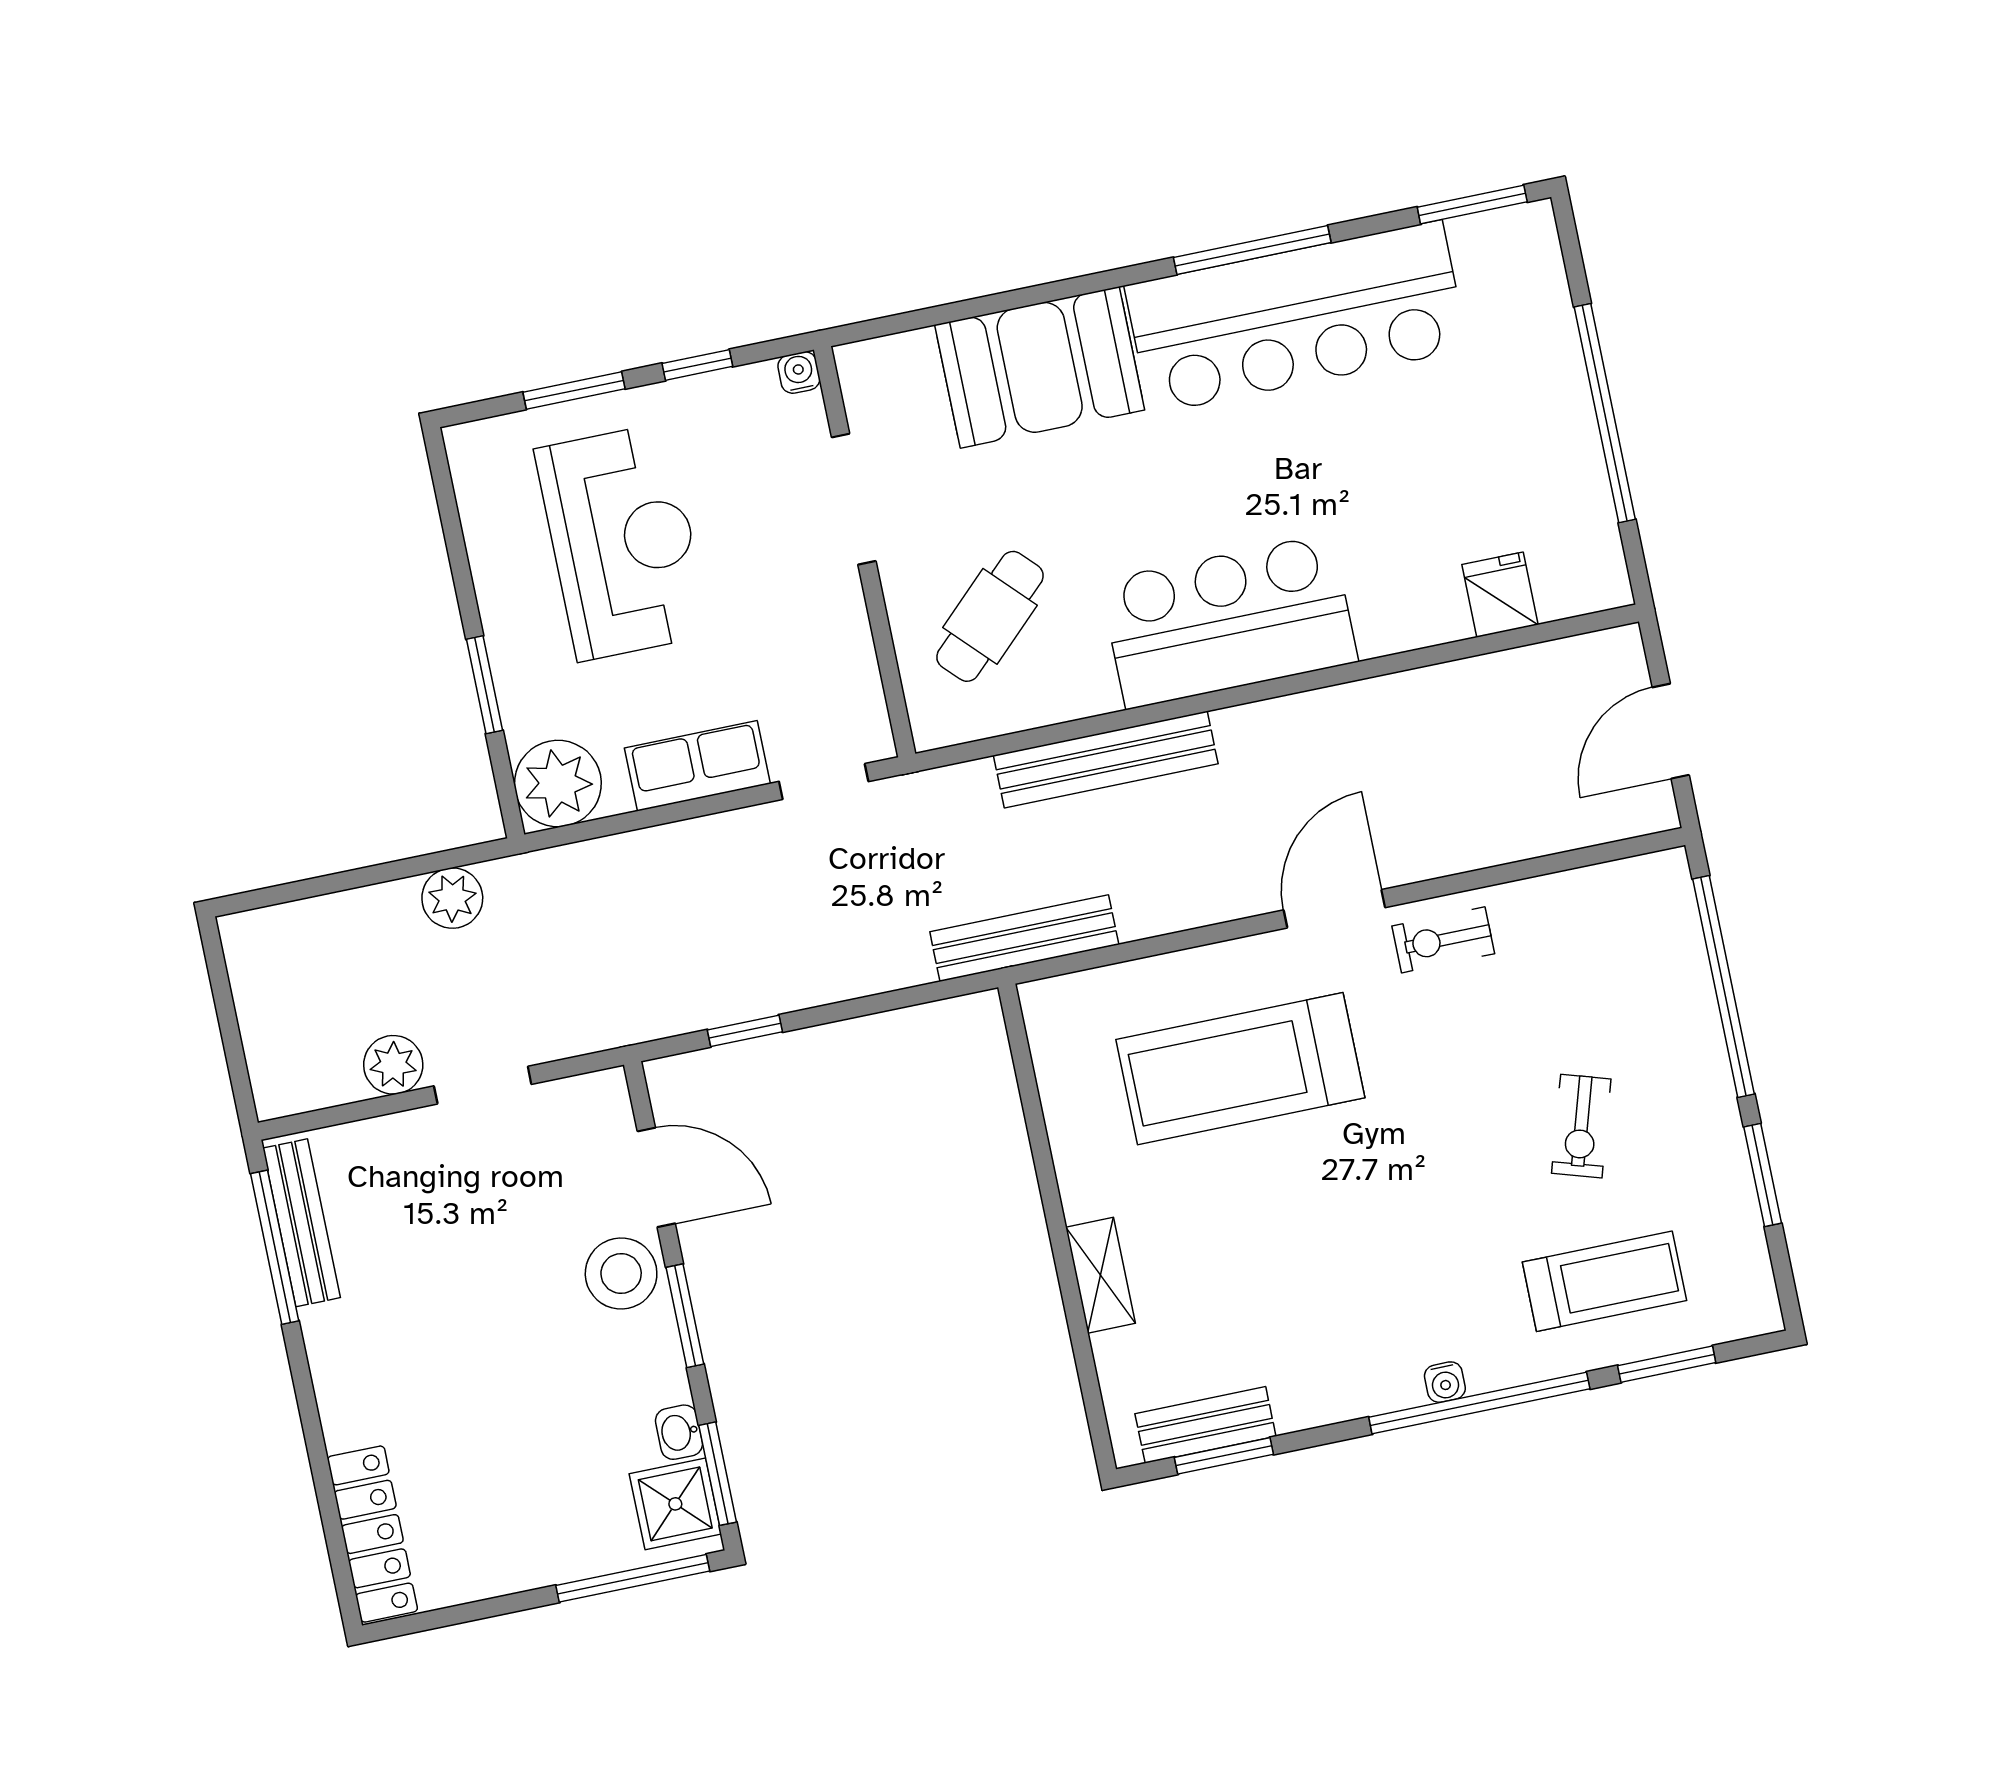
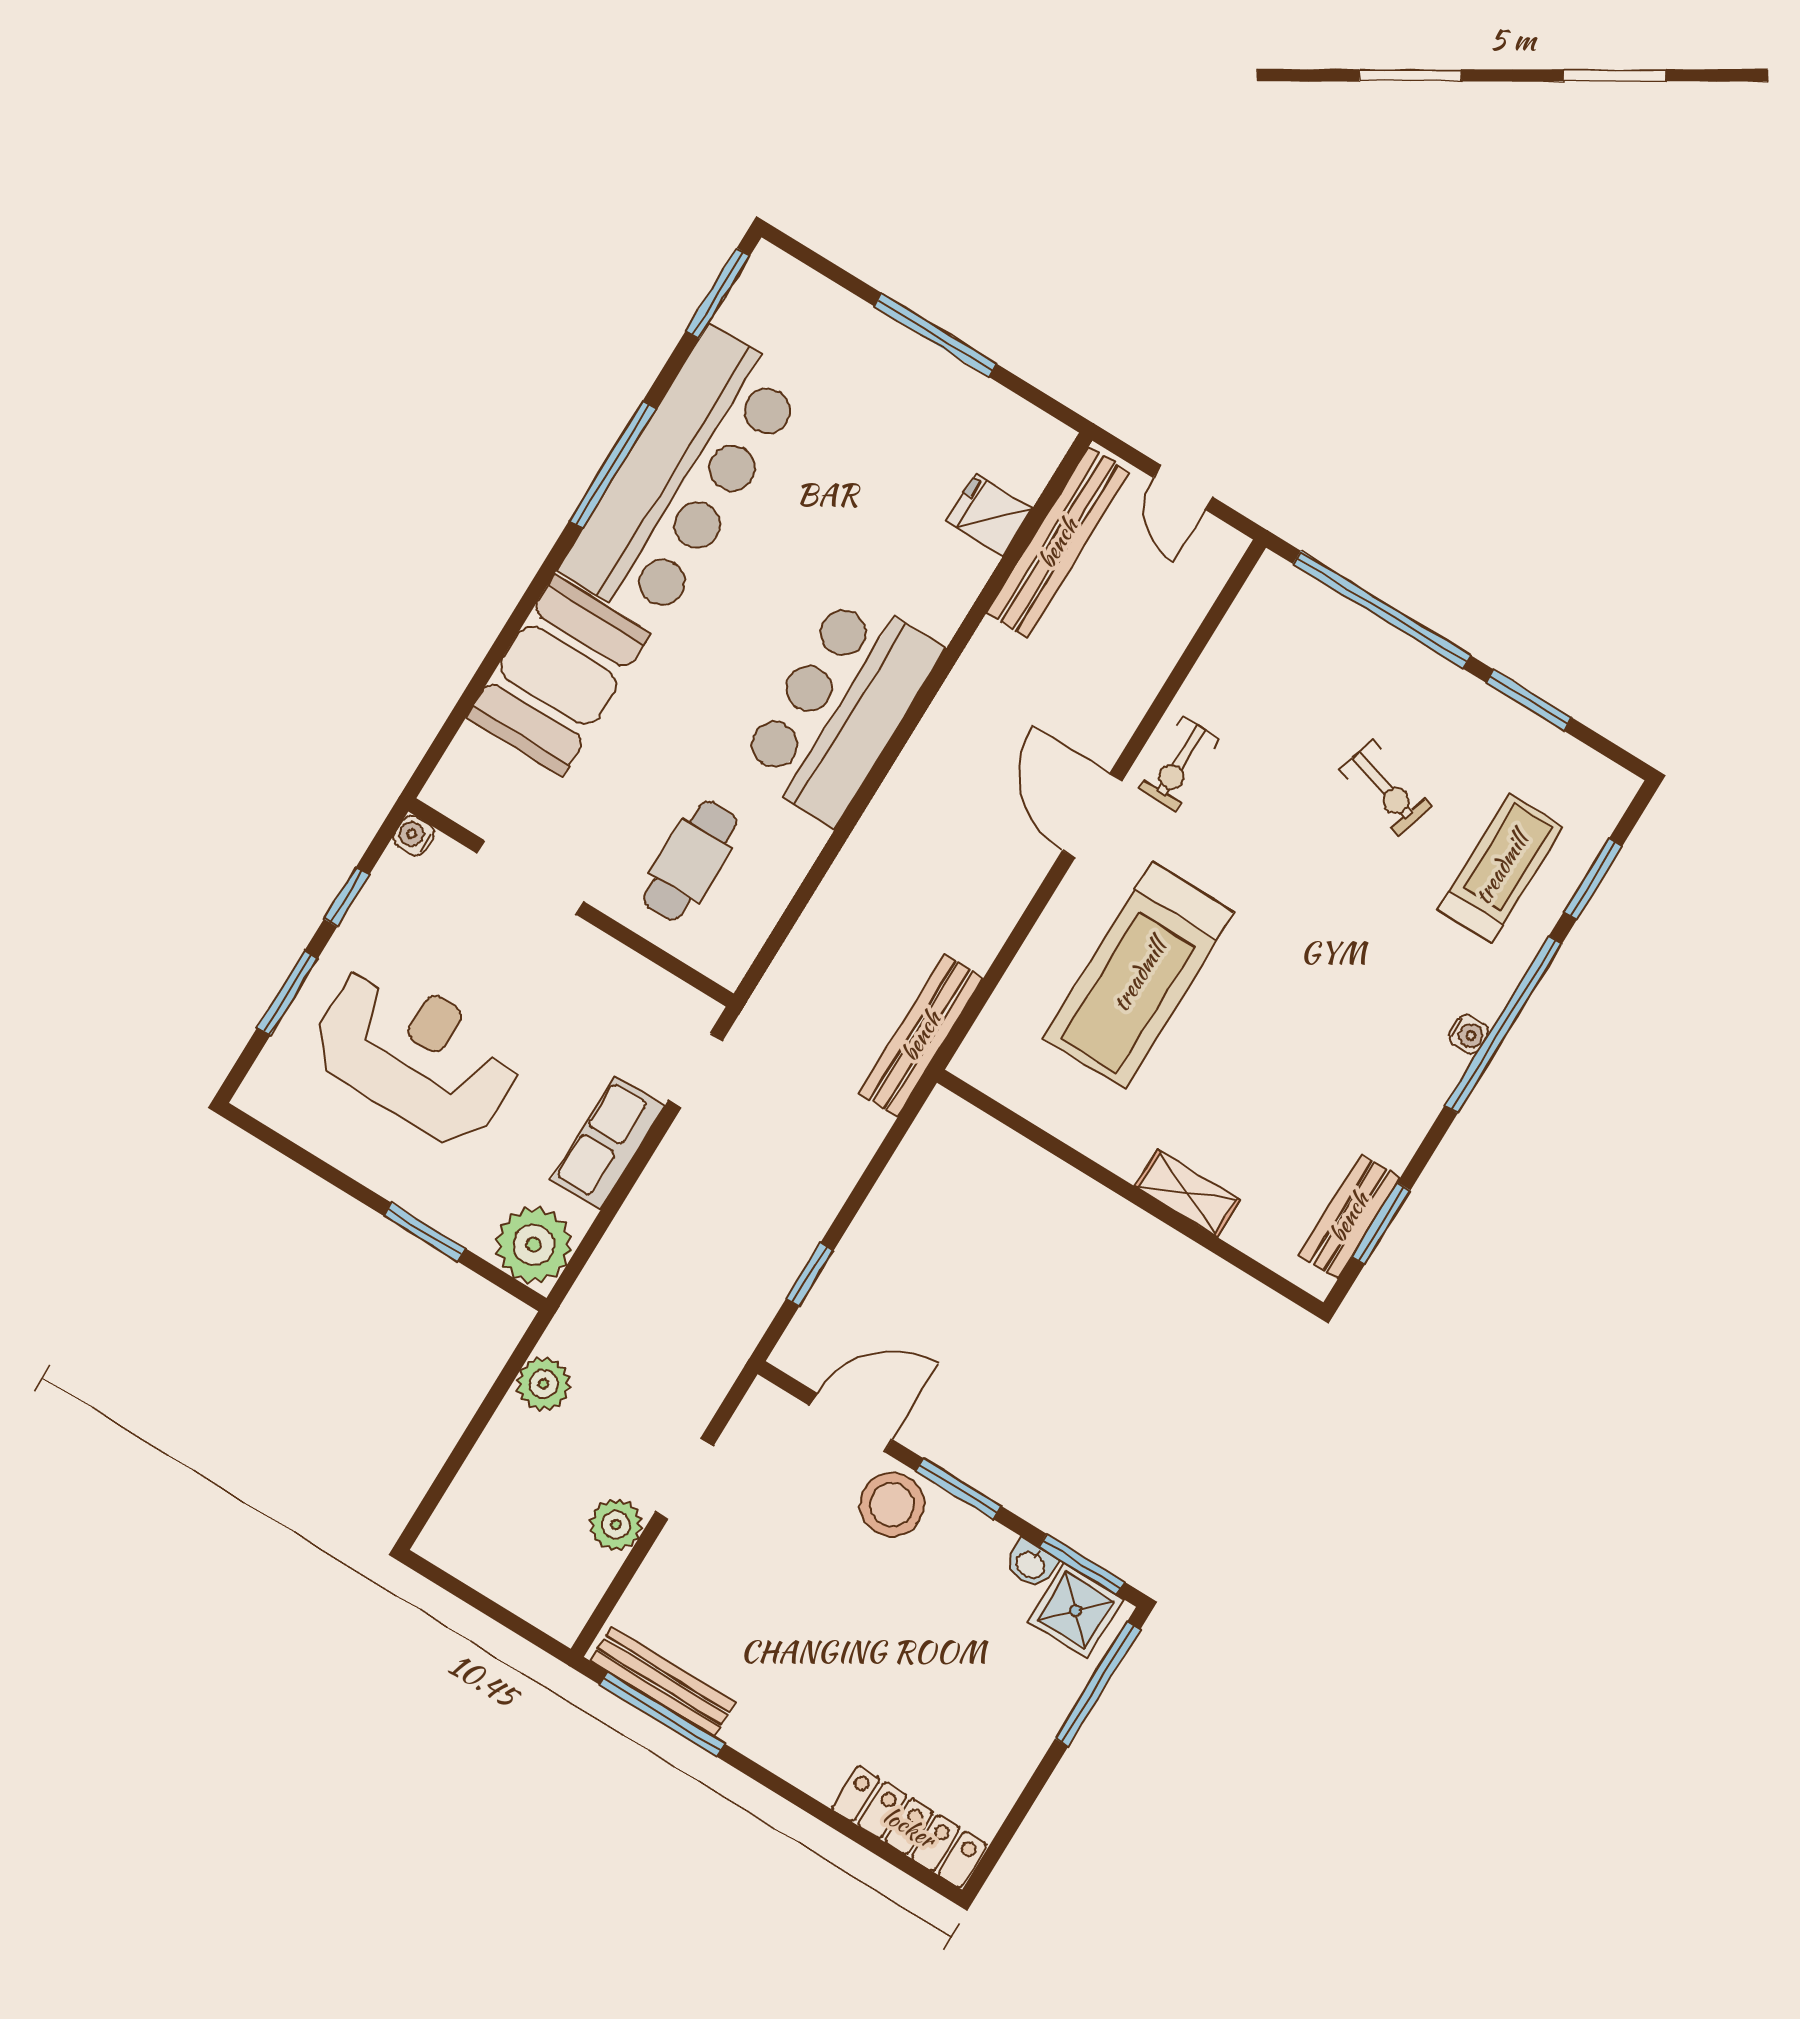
window: (1605, 413) -> (935, 335), width x0.68
cafe table: (990, 616) -> (690, 861), turned 44
door: (1671, 731) -> (1183, 487), width x0.73
bench: (1106, 760) -> (1058, 543), moved

